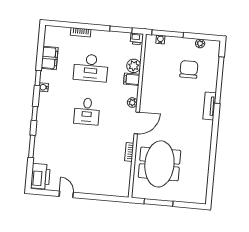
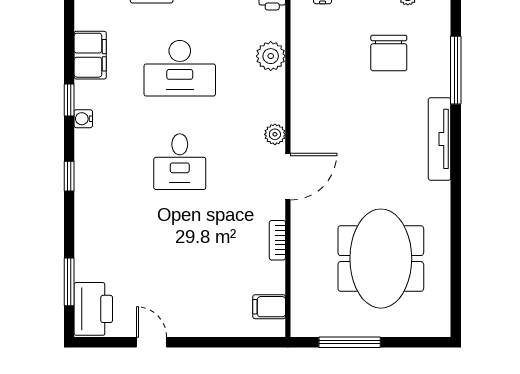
chair: (189, 69) -> (389, 53), turned 180
filing cabinet: (132, 79) -> (269, 307), moved
window: (219, 80) -> (456, 70), width x0.68
tv unit: (209, 106) -> (440, 139), width x1.41
window: (32, 146) -> (69, 282), moved
meeting table: (159, 164) -> (381, 259), moved

